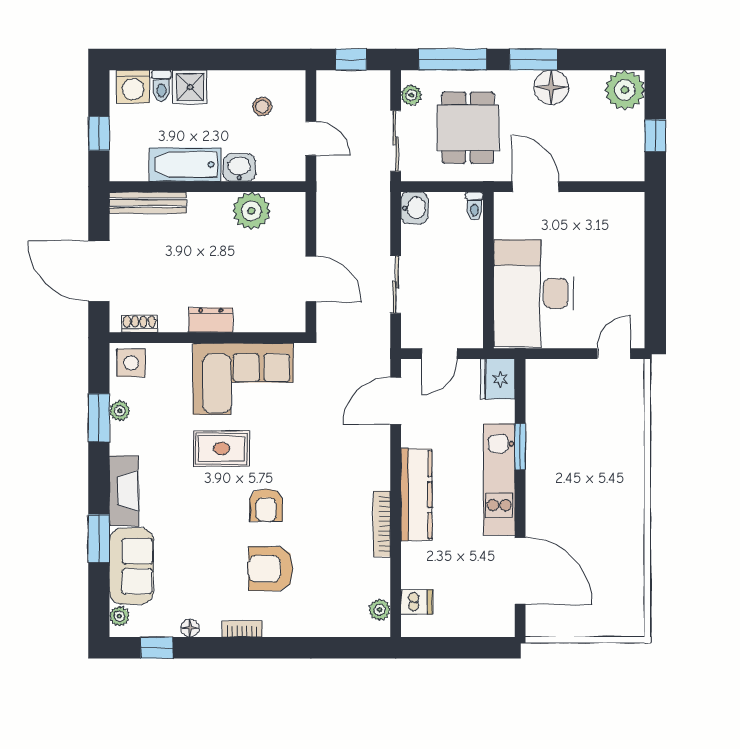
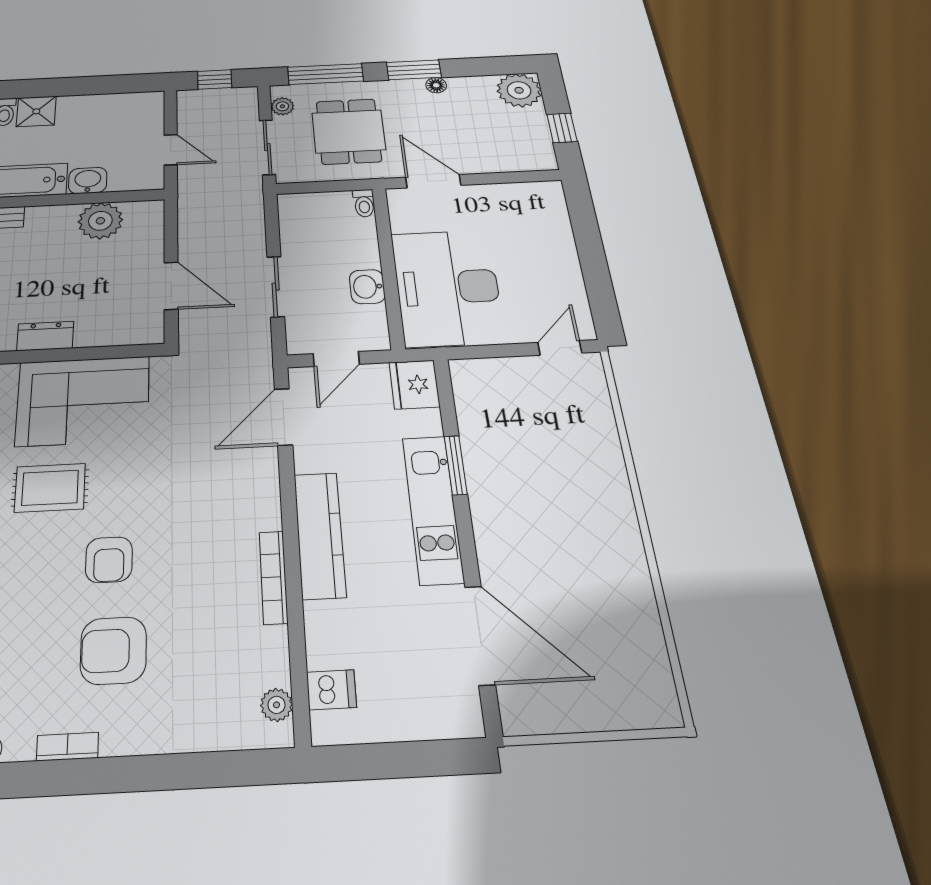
floor lamp: (551, 87) -> (436, 85), width x0.53, depth x0.53
stool: (262, 107) -> (116, 124), removed
washbasin: (414, 208) -> (367, 287), moved, turned 180

